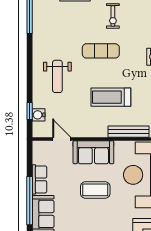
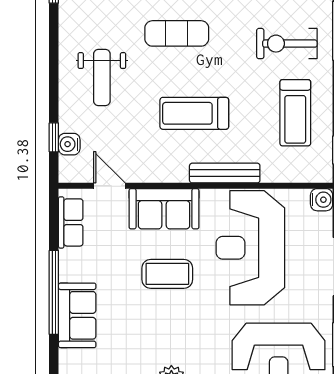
row of seats: (39, 179) -> (71, 222), moved

